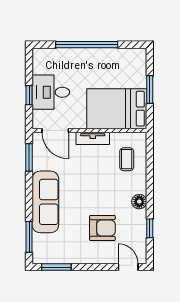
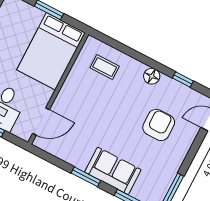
tv unit: (93, 138) -> (67, 89), removed
window: (29, 157) -> (86, 177), moved
sofa: (45, 202) -> (113, 171), width x0.73

